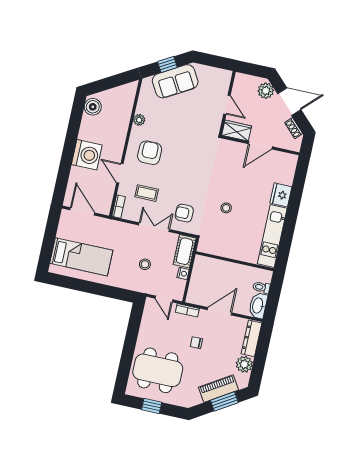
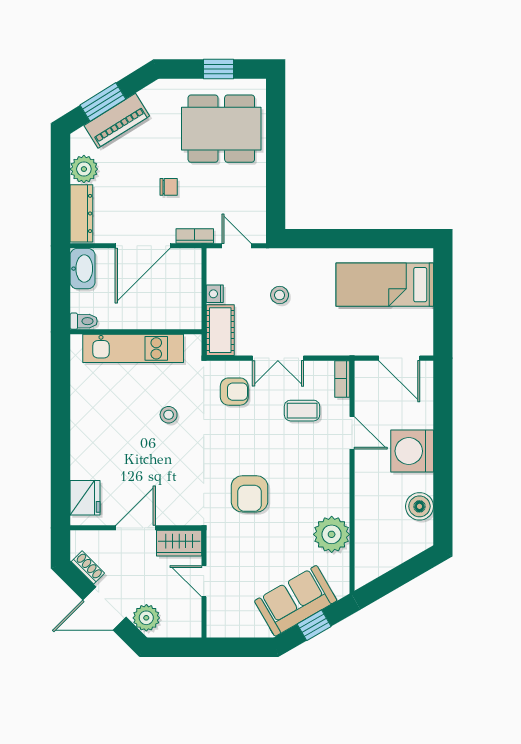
boiler: (93, 107) -> (419, 506), moved
plant: (139, 120) -> (332, 534), width x1.88, depth x1.88
armchair: (150, 153) -> (249, 494), moved
fridge: (281, 195) -> (85, 498), moved
kitchen unit: (272, 236) -> (133, 348), moved, turned 90
toilet: (261, 287) -> (84, 321), moved
door: (219, 311) -> (143, 246), width x1.36

